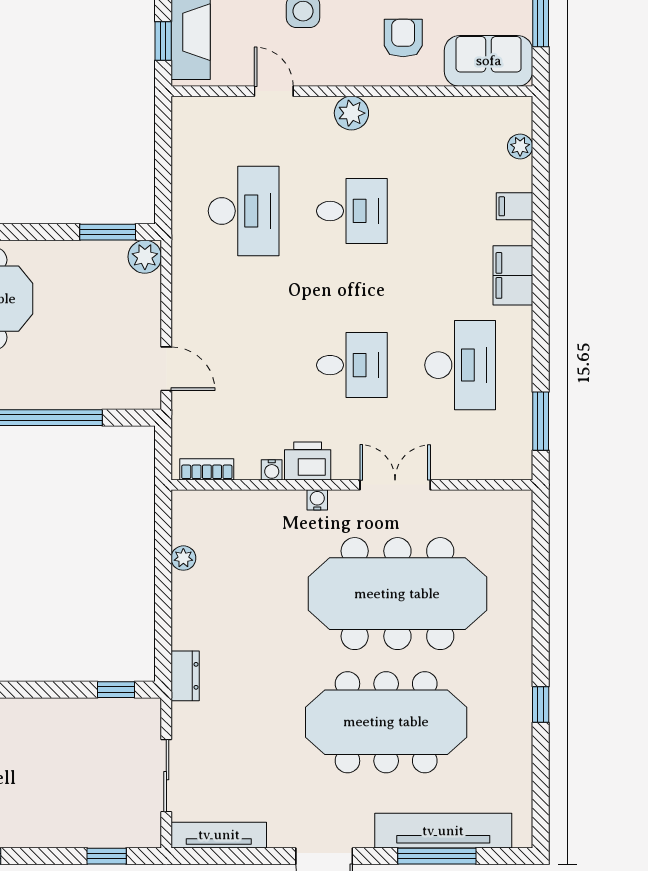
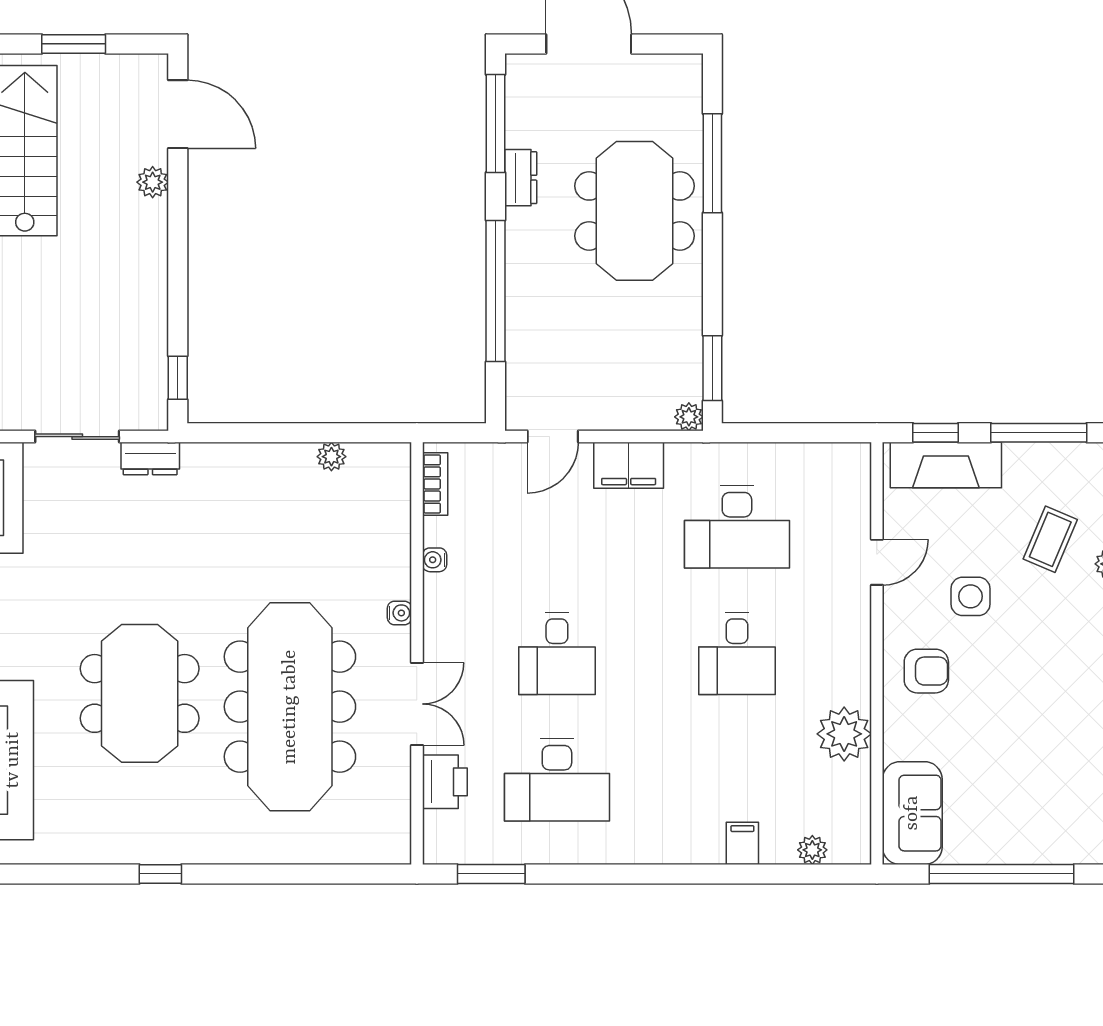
armchair: (403, 38) -> (926, 671), moved
plant: (351, 113) -> (844, 734), moved, width x1.36, depth x1.36
plant: (145, 257) -> (689, 417), width x0.73, depth x0.73
filing cabinet: (513, 275) -> (629, 465), moved, turned 180
printer: (308, 461) -> (445, 782), moved
dresser: (185, 676) -> (150, 459), moved
meeting table: (386, 722) -> (140, 693), width x0.73

